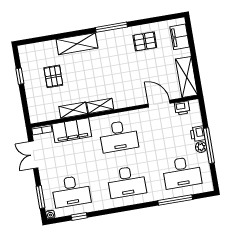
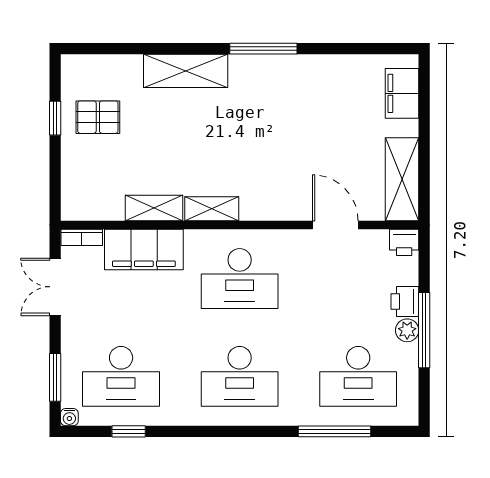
pallet: (145, 41) -> (328, 90), removed
pallet: (53, 76) -> (98, 117), moved, turned 90
printer: (182, 108) -> (404, 242), moved

